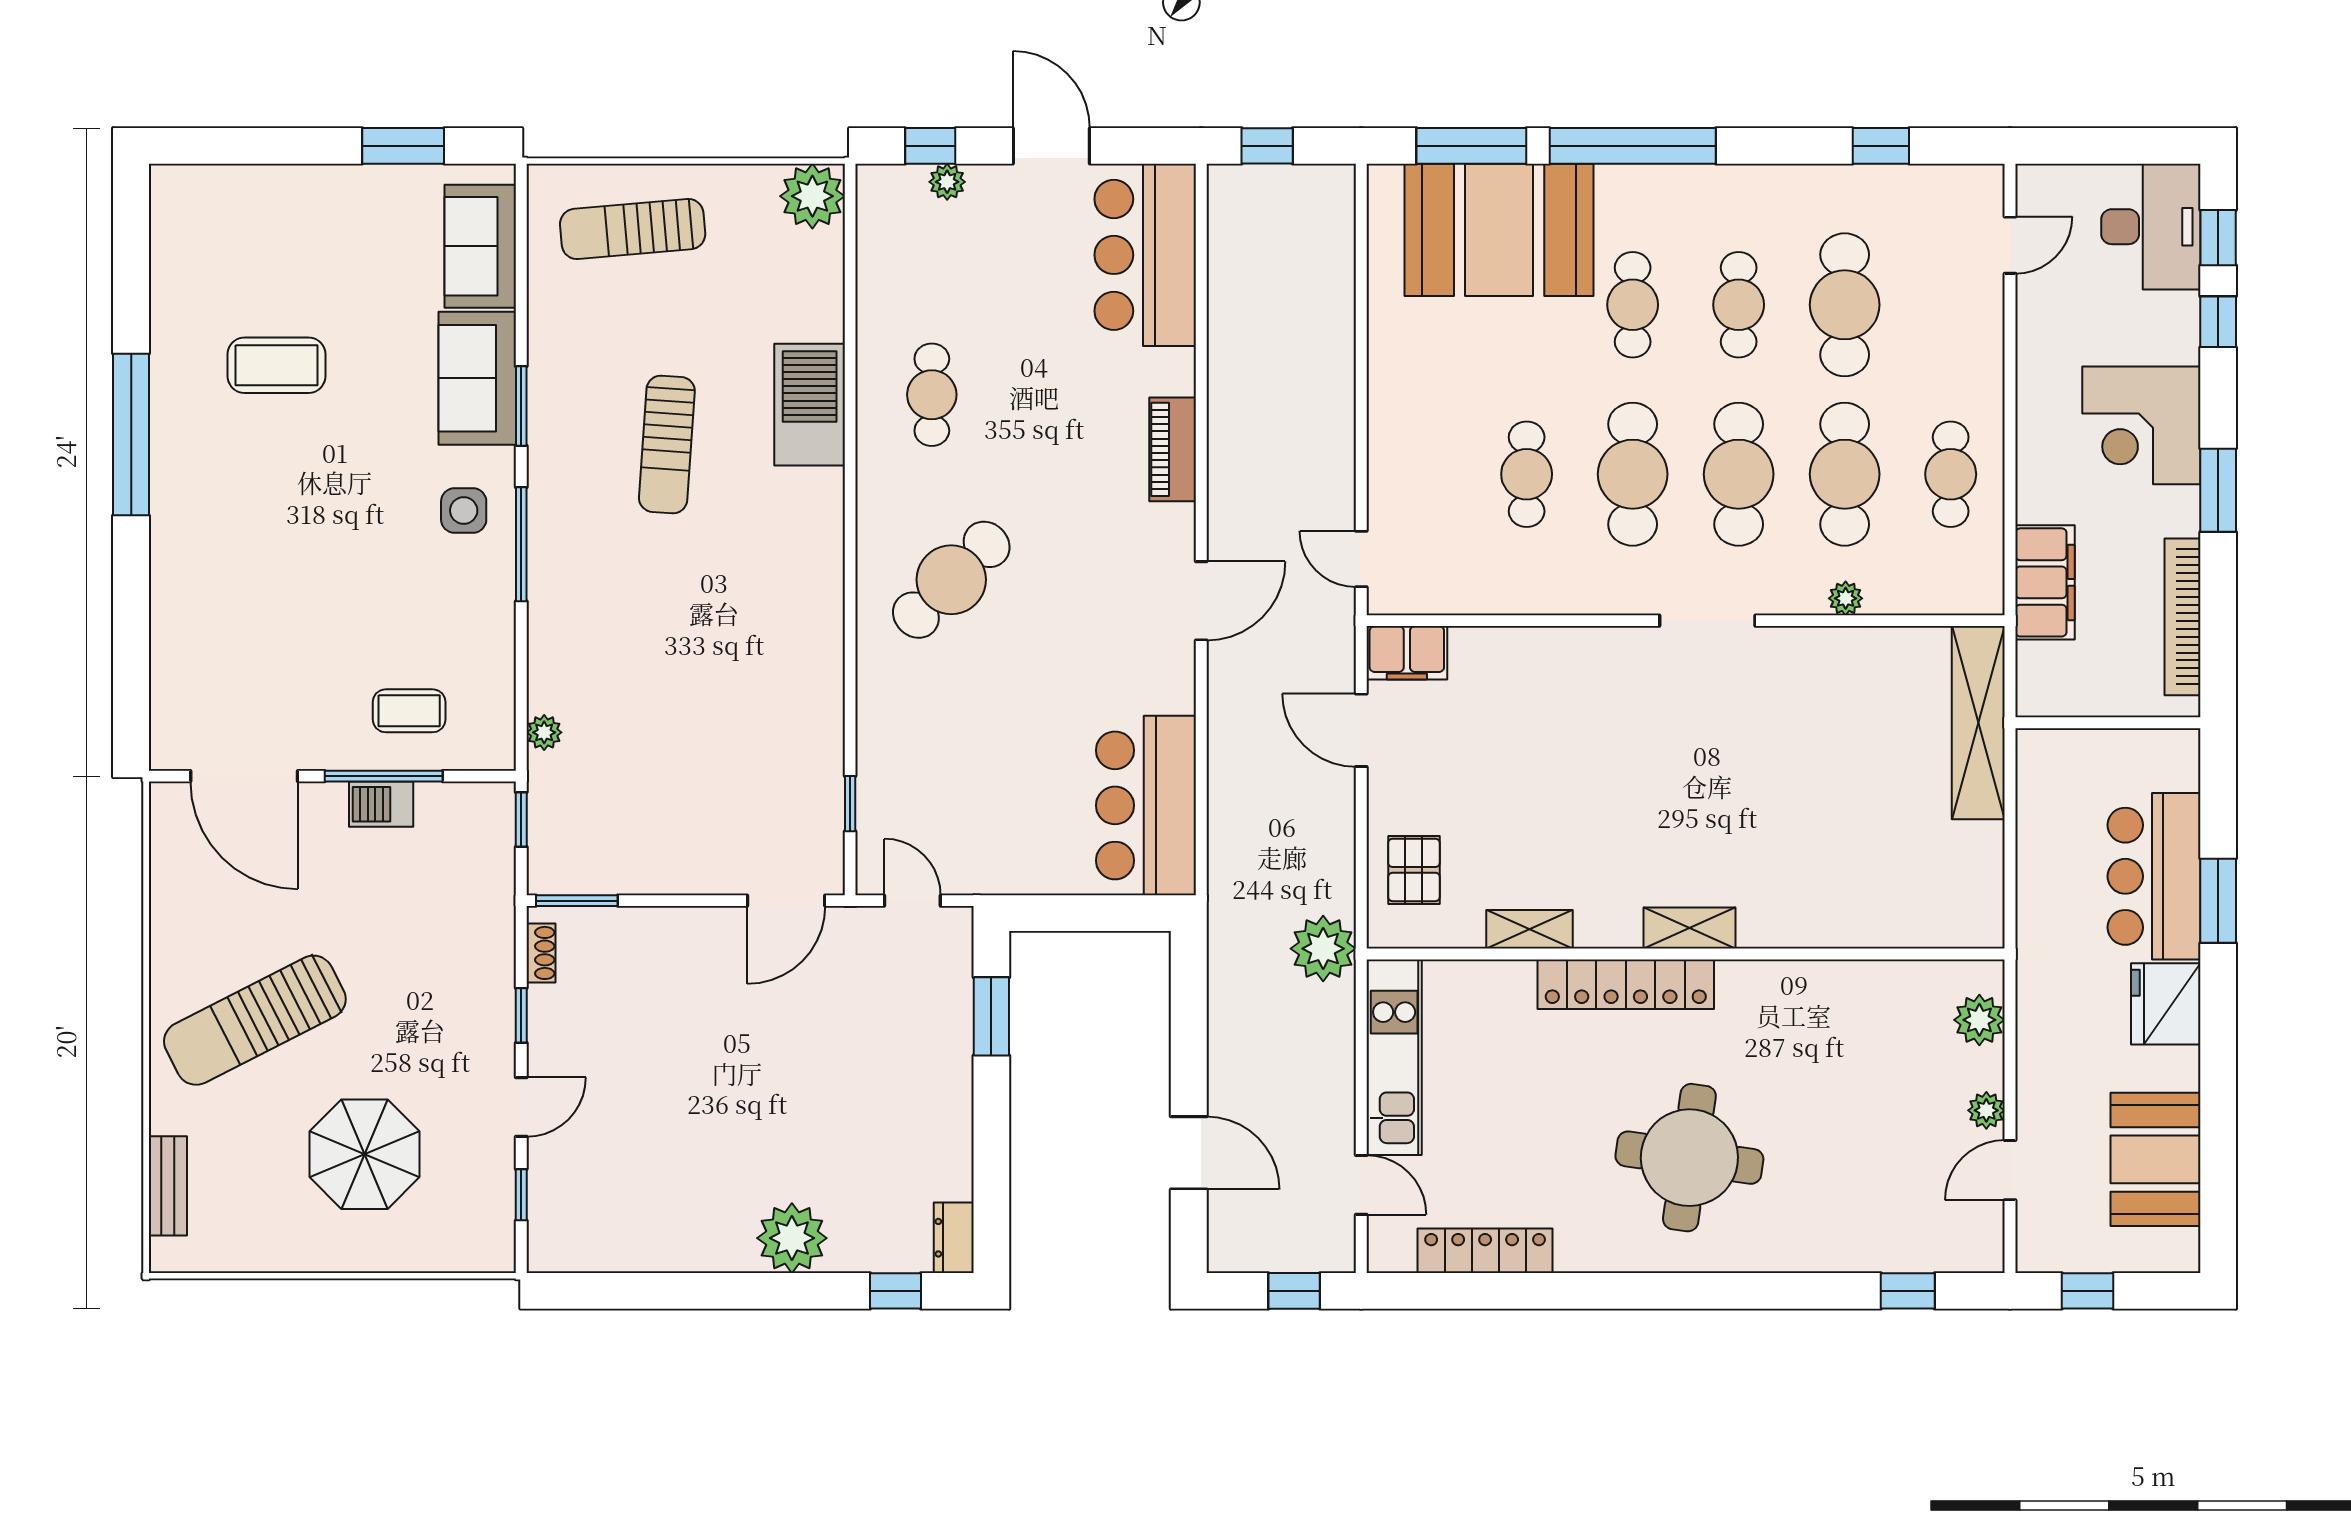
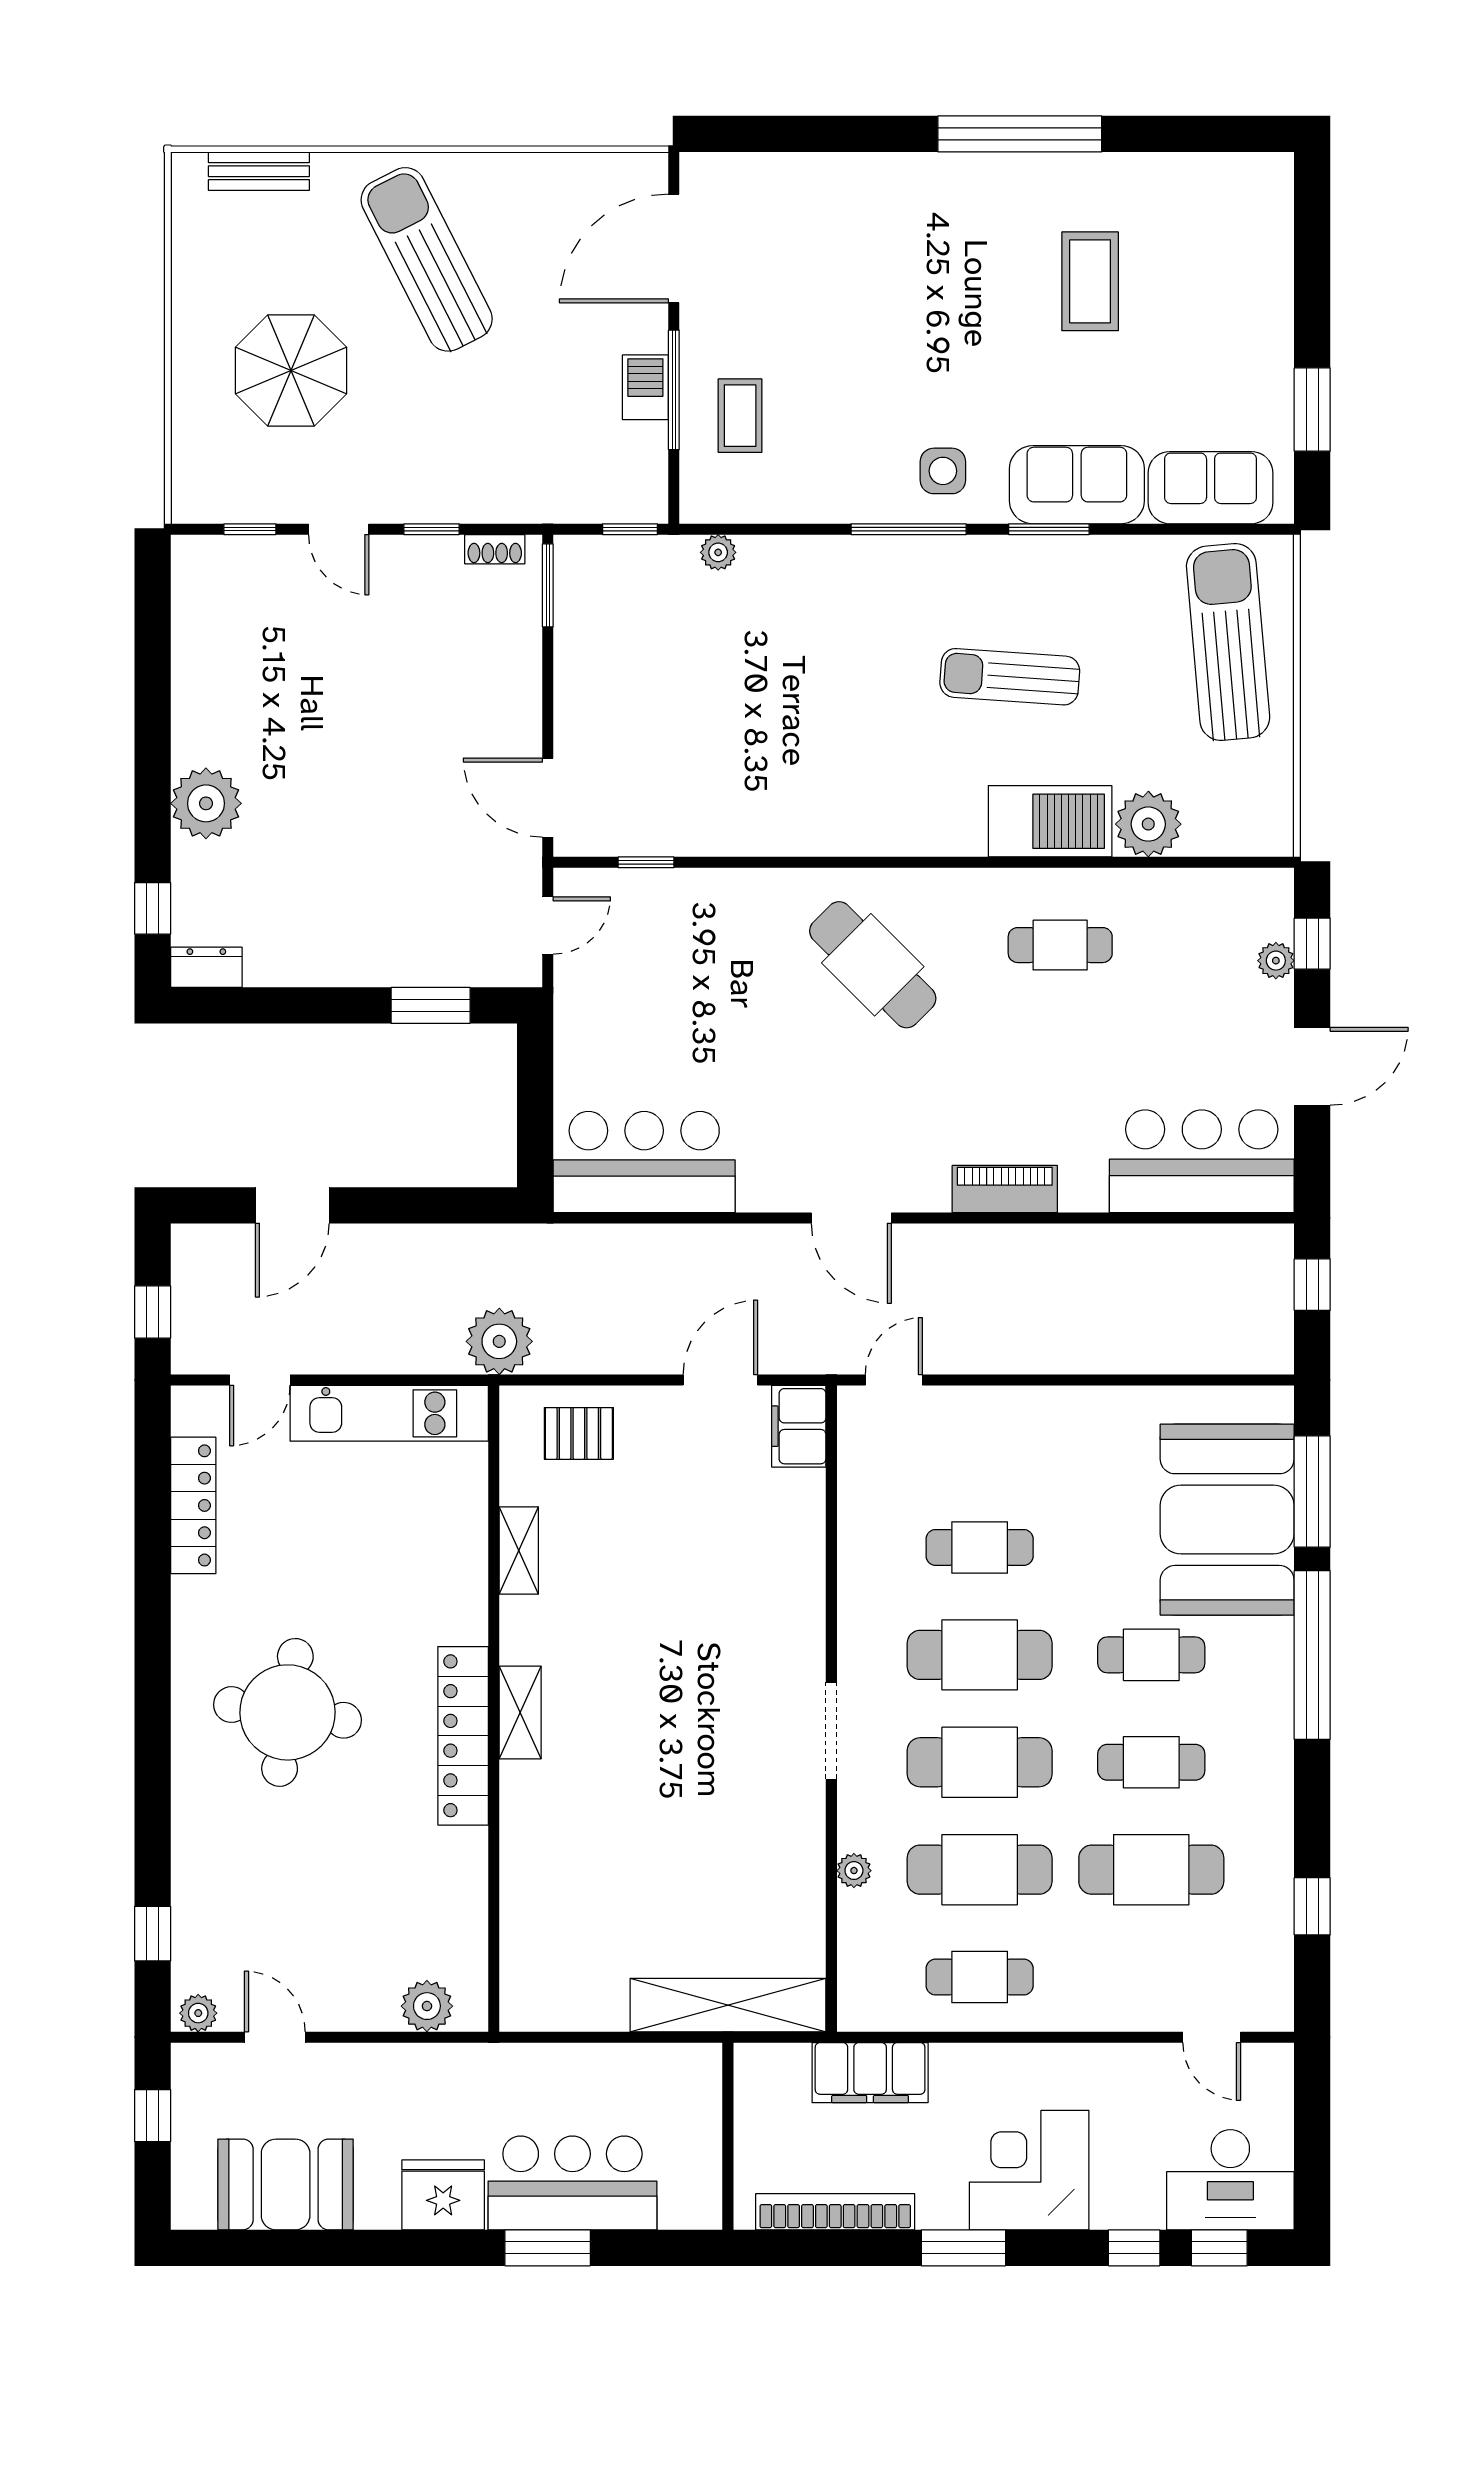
plant: (812, 196) -> (1148, 824), moved
sun lounger: (633, 229) -> (1228, 642), width x1.36, depth x1.34
locker: (1626, 984) -> (463, 1736), moved
plant: (1986, 1110) -> (198, 2013), moved

